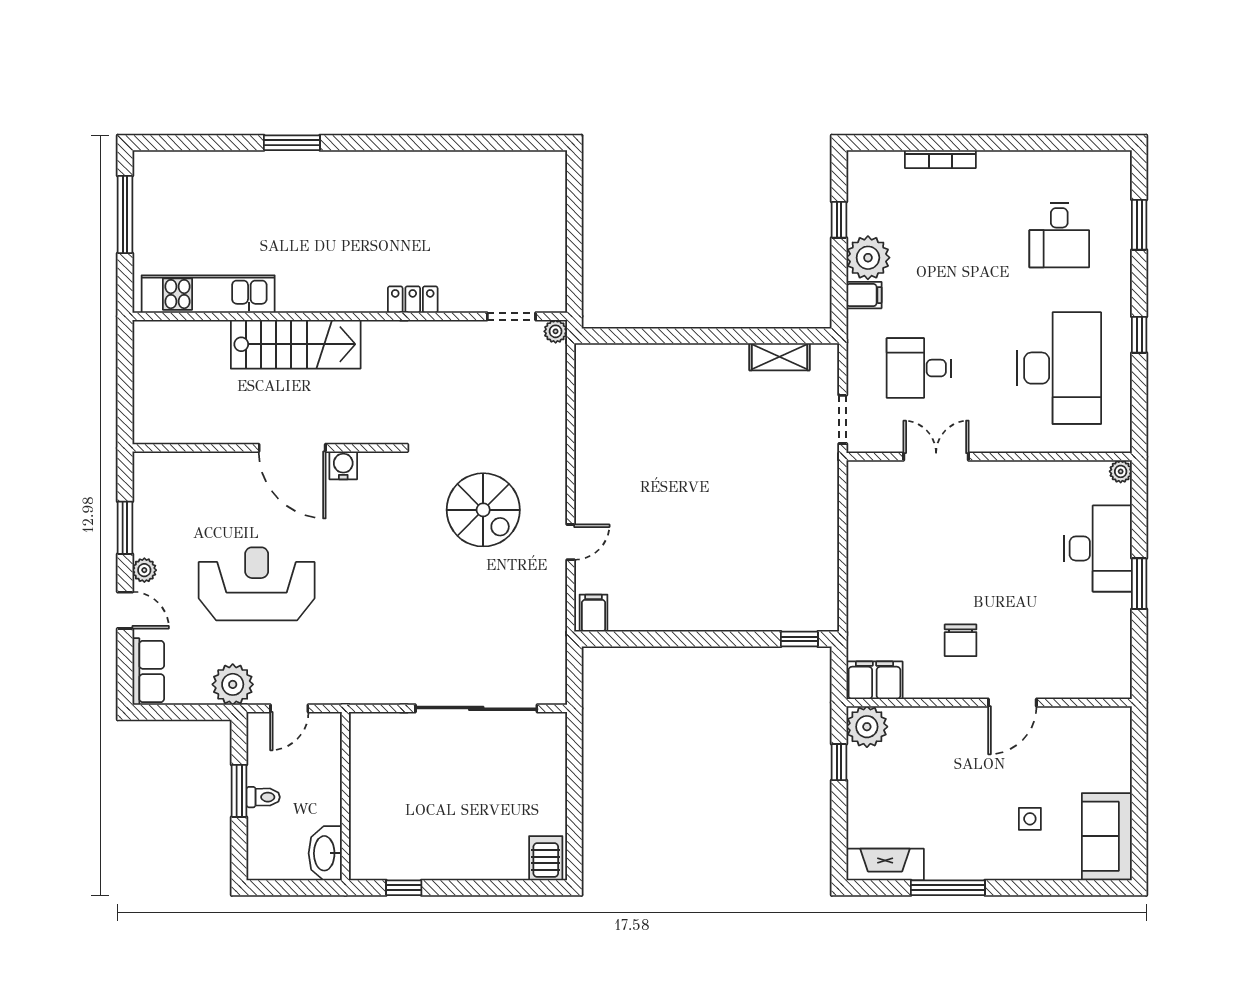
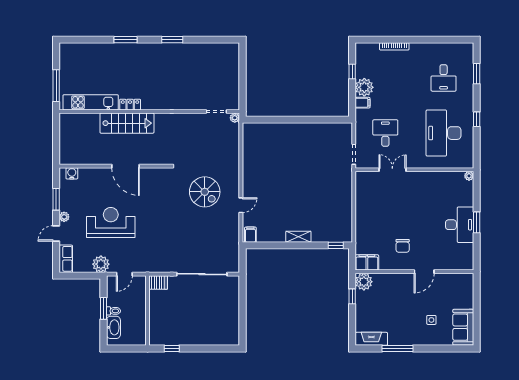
window: (405, 143) -> (172, 40), added
window: (125, 214) -> (56, 86), moved
locker: (413, 300) -> (130, 105), moved
shelving: (779, 357) -> (298, 237), moved
desk: (919, 368) -> (385, 133), turned 90
desk: (1059, 368) -> (444, 133), turned 180
water cooler: (343, 465) -> (72, 173), moved
desk: (1098, 548) -> (460, 225), moved
door: (125, 610) -> (56, 233), swing flipped
washbasin: (325, 853) -> (113, 327), moved, turned 180
server rack: (546, 858) -> (158, 283), moved, turned 90

